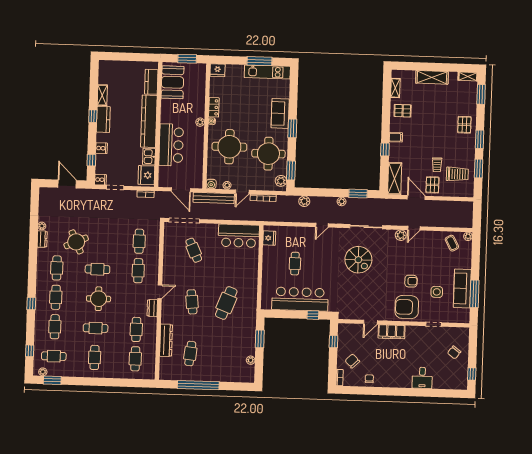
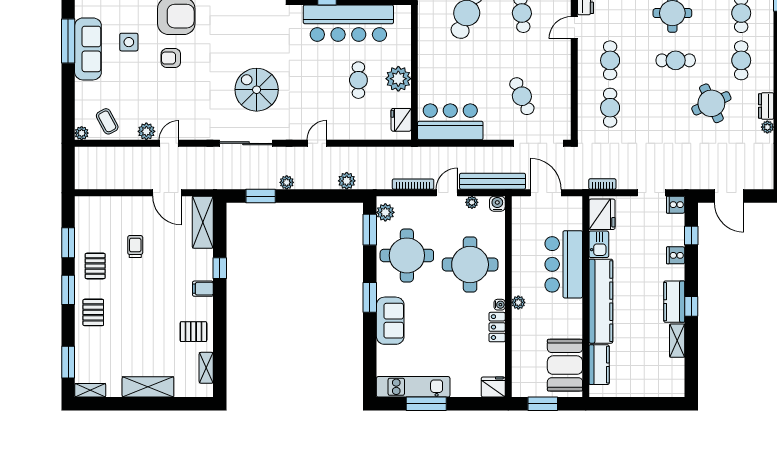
trolley: (457, 174) -> (102, 233), removed
pallet: (432, 185) -> (95, 266), moved
plant: (401, 235) -> (146, 131), moved
plant: (270, 264) -> (398, 79), added

